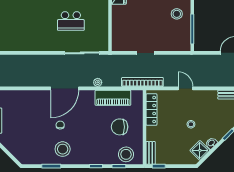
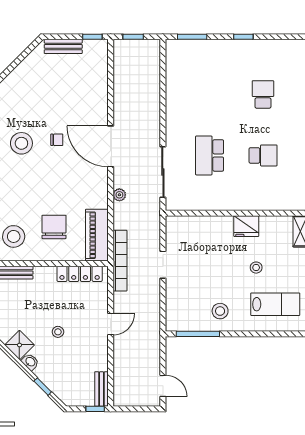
piano: (113, 98) -> (97, 235), moved

